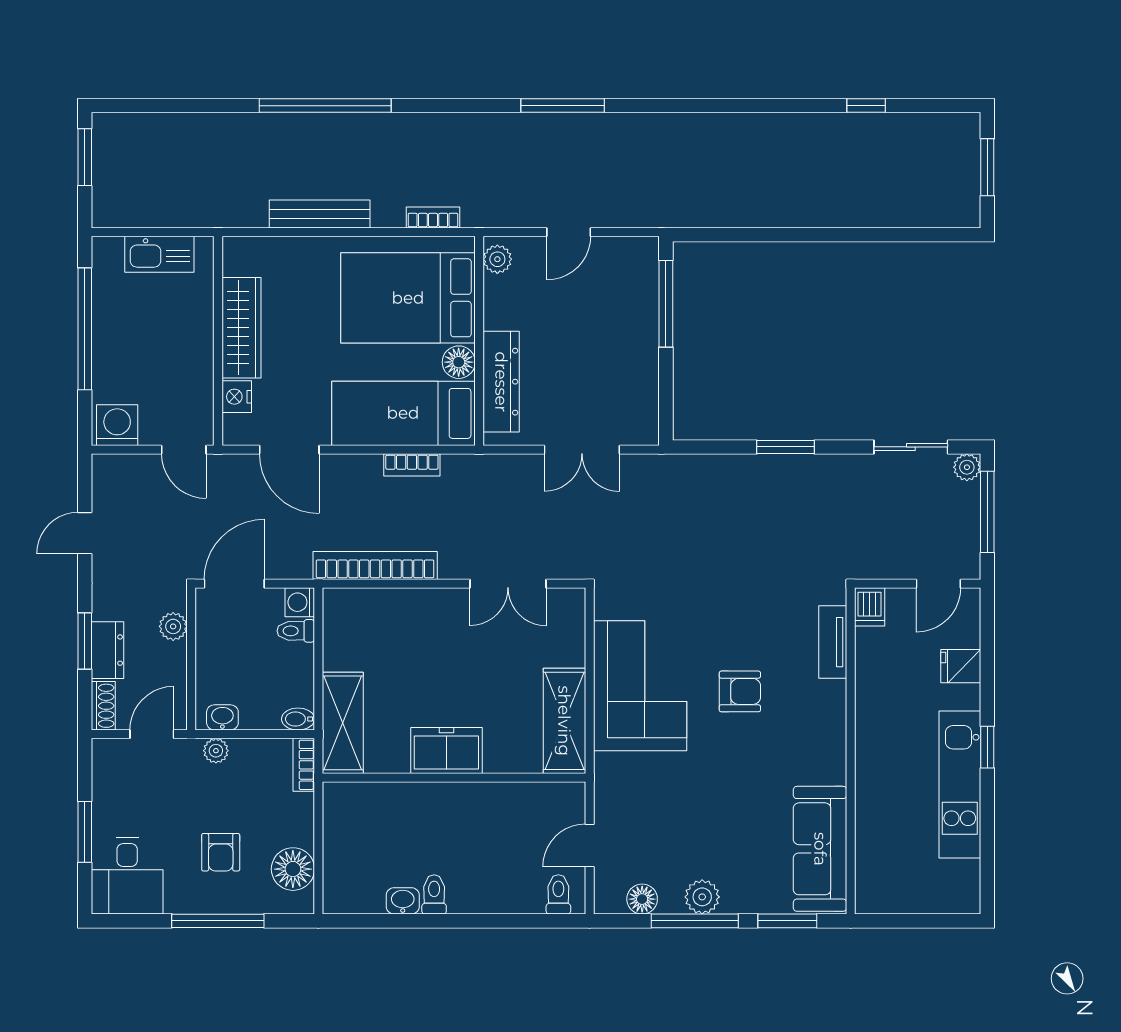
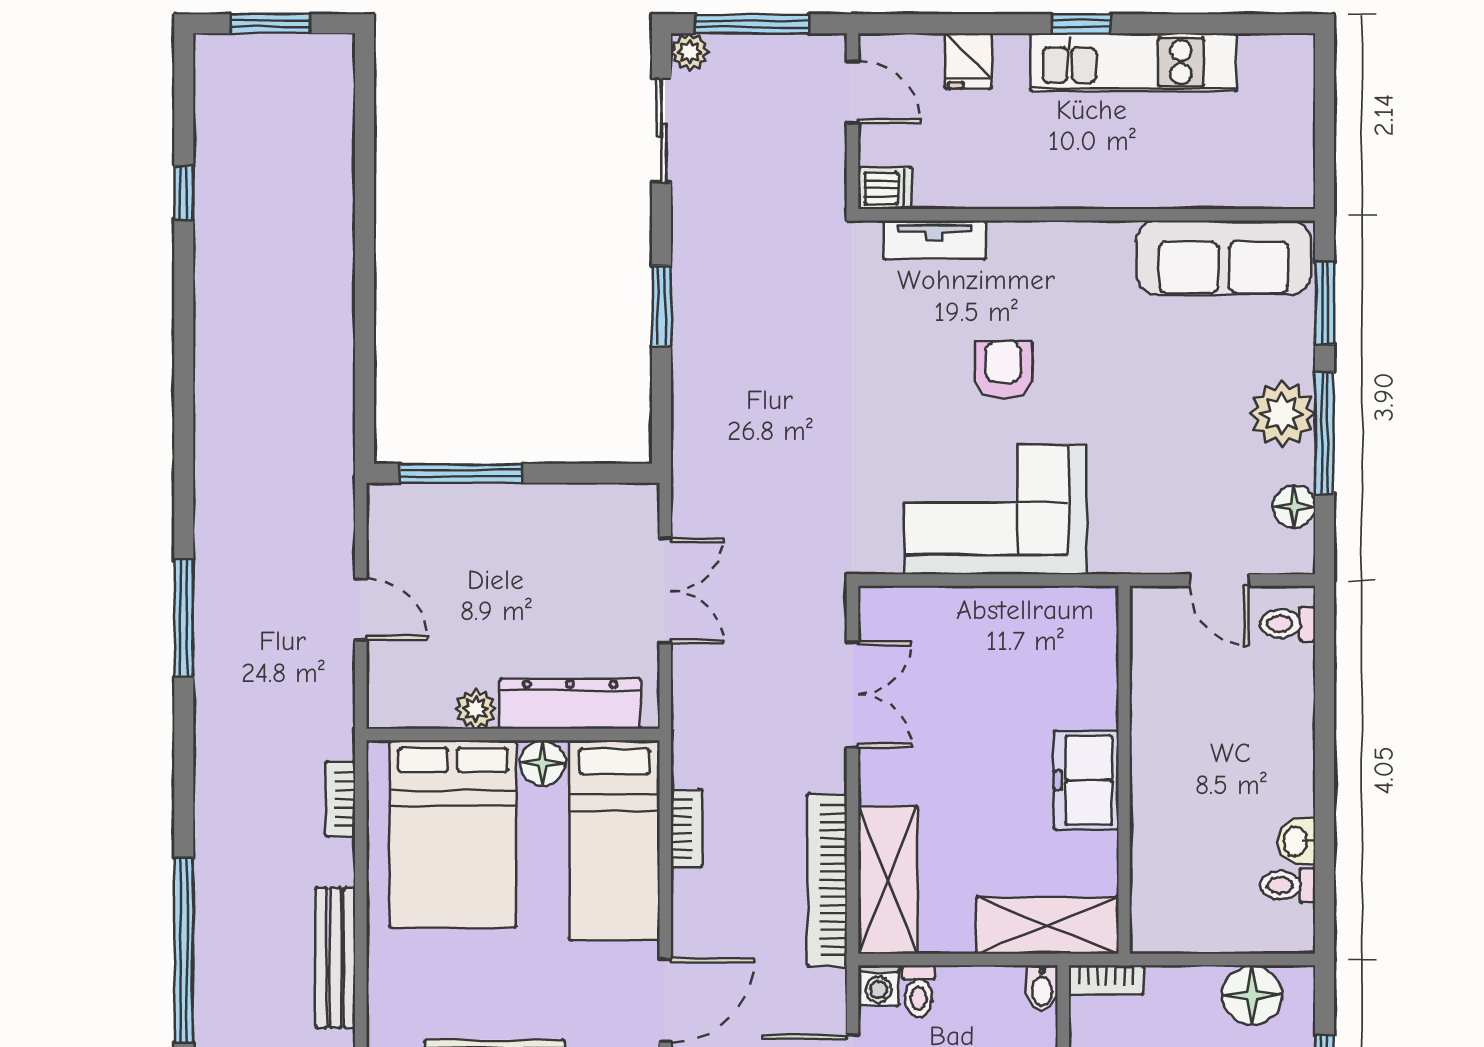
plant: (497, 259) -> (476, 709), moved
shelving: (564, 721) -> (888, 880), moved, turned 90
toilet: (434, 894) -> (1288, 885), moved
plant: (702, 897) -> (1282, 414), width x1.36, depth x1.36

